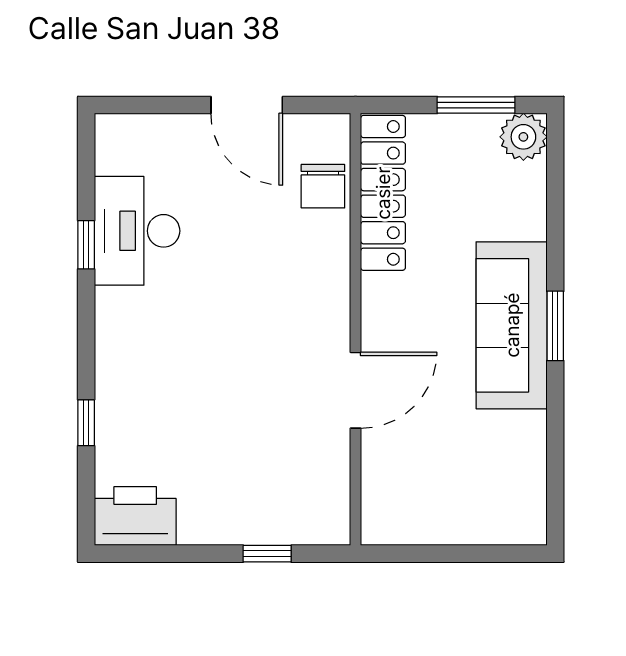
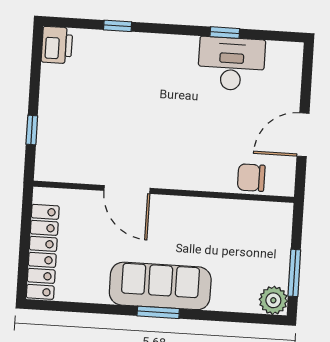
locker: (383, 193) -> (43, 252), moved, turned -90
printer: (135, 516) -> (57, 45), width x0.73, depth x0.84

